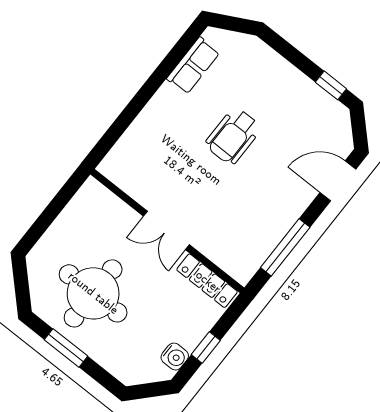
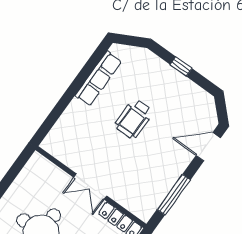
row of seats: (193, 66) -> (98, 78), width x1.48
window: (331, 85) -> (181, 66), moved

